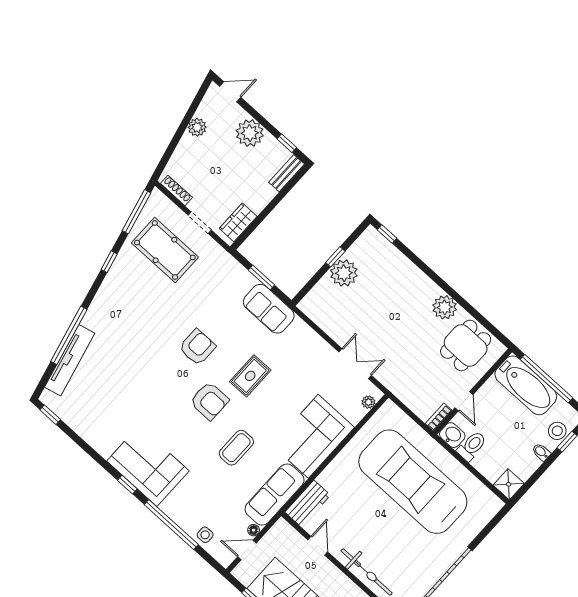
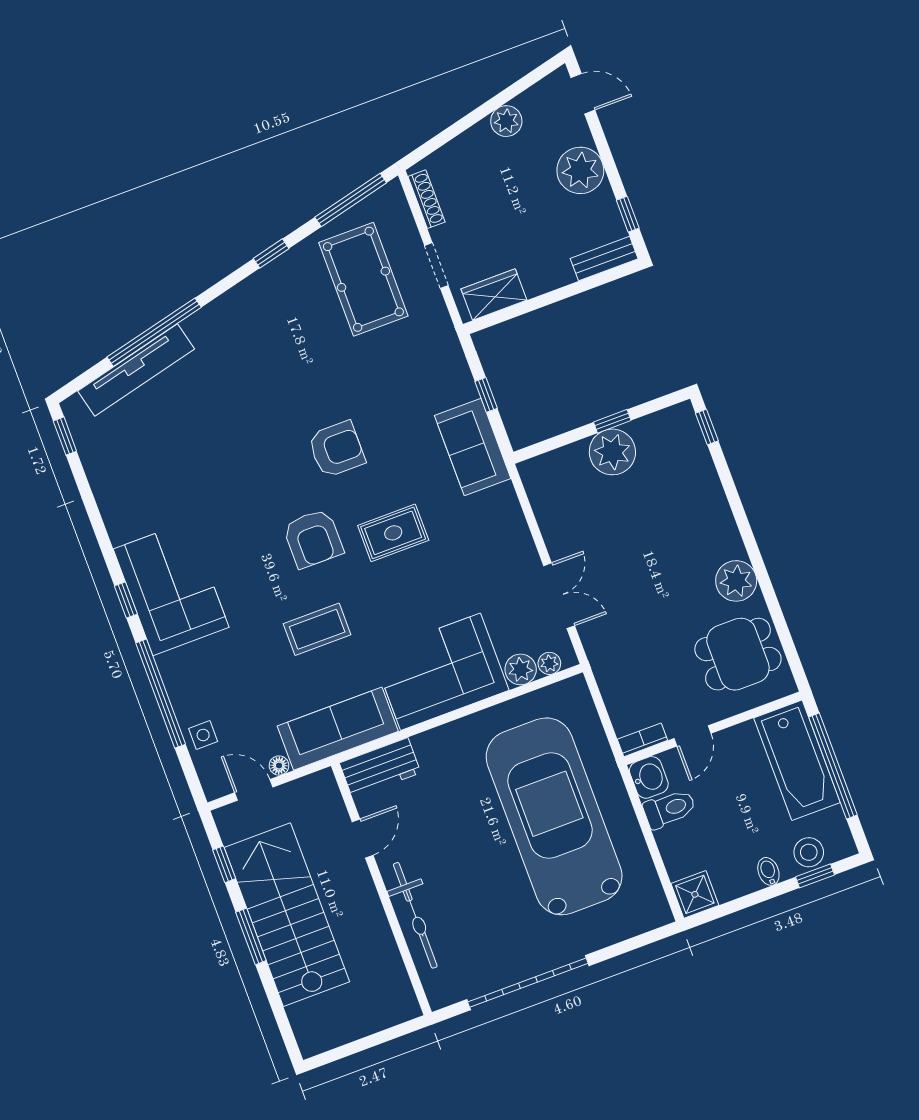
window: (261, 278) -> (486, 395), width x0.67
plant: (355, 413) -> (521, 669), added

